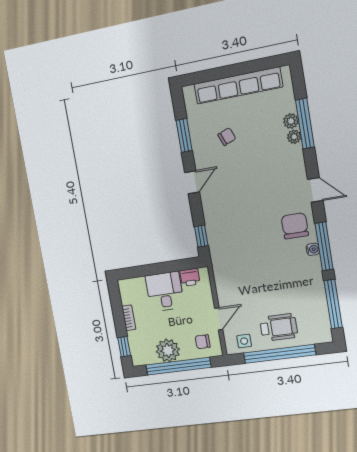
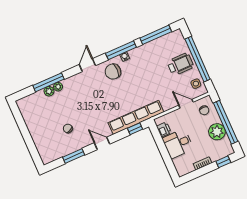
row of seats: (238, 85) -> (136, 117), moved, turned -90
wheelchair: (279, 327) -> (180, 64), turned 90

